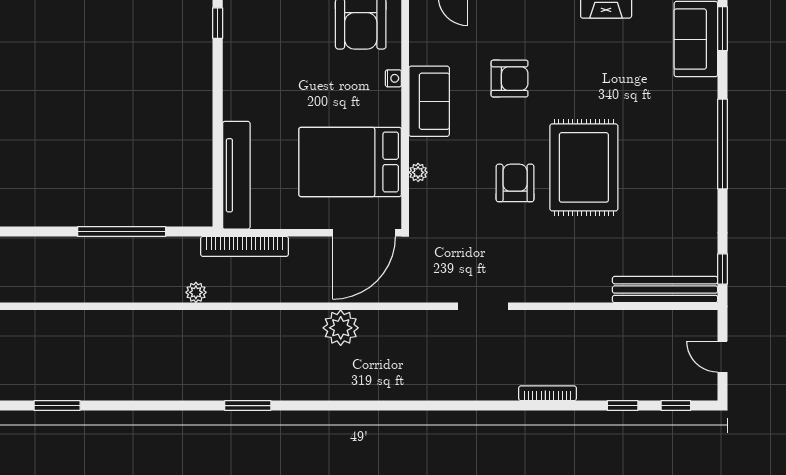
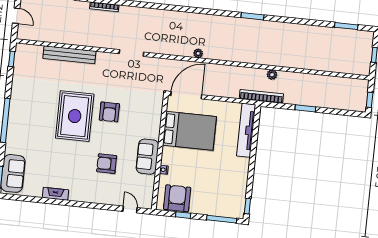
plant: (418, 172) -> (157, 122), removed
window: (122, 232) -> (305, 108), width x0.47
bookcase: (245, 246) -> (261, 96), moved
bench: (665, 290) -> (69, 55), moved
plant: (341, 328) -> (198, 53), width x0.53, depth x0.53

